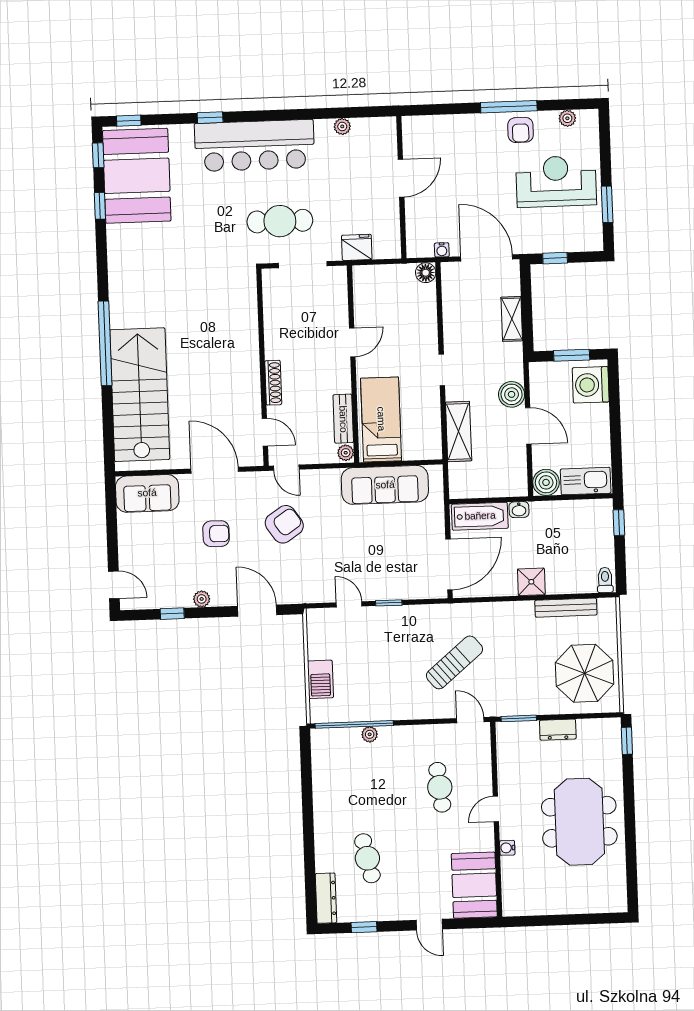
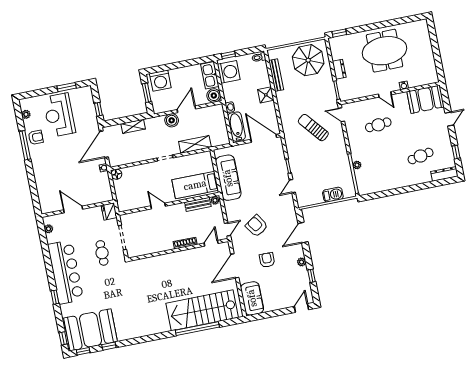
door: (401, 178) -> (73, 209), moved
wall: (401, 187) -> (78, 209), moved
cafe table: (280, 221) -> (102, 253), width x0.73, depth x0.74
window: (105, 343) -> (197, 329), moved
washing machine: (586, 518) -> (229, 72), added
door: (470, 720) -> (341, 115), hinge flipped

